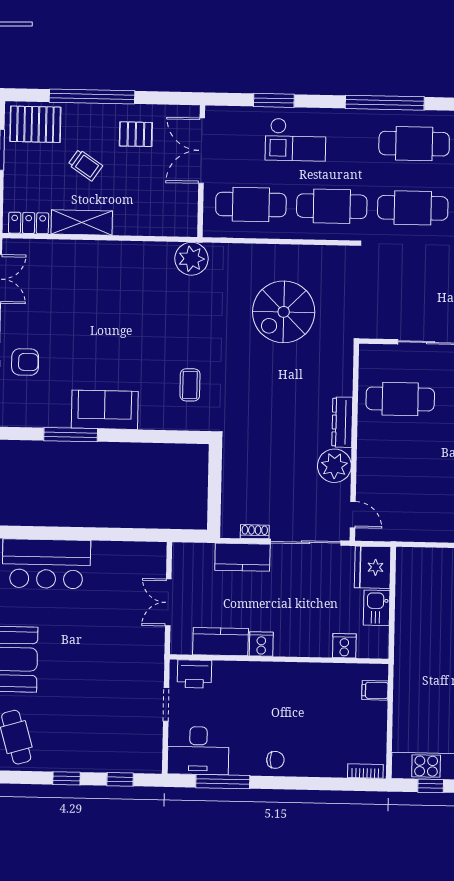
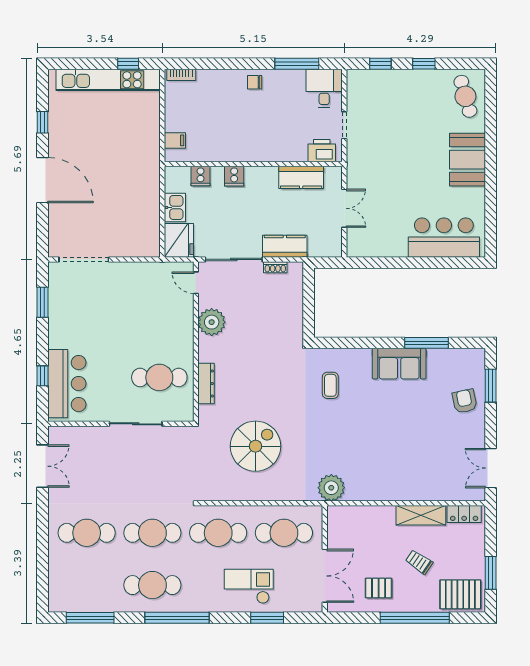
armchair: (25, 362) -> (465, 401), turned 78
dresser: (342, 422) -> (206, 384), moved
cooker: (261, 644) -> (234, 176), moved
desk: (198, 751) -> (324, 88), width x0.73

